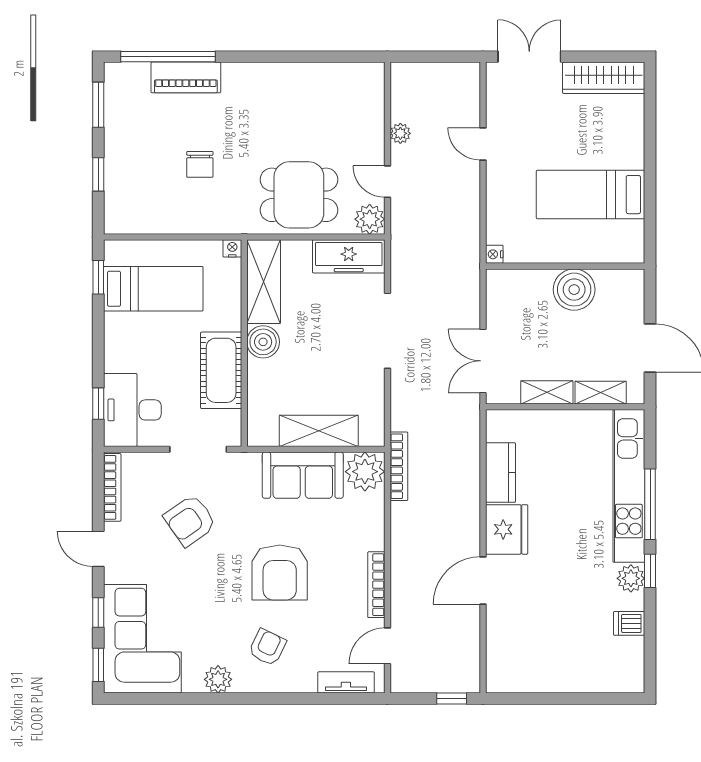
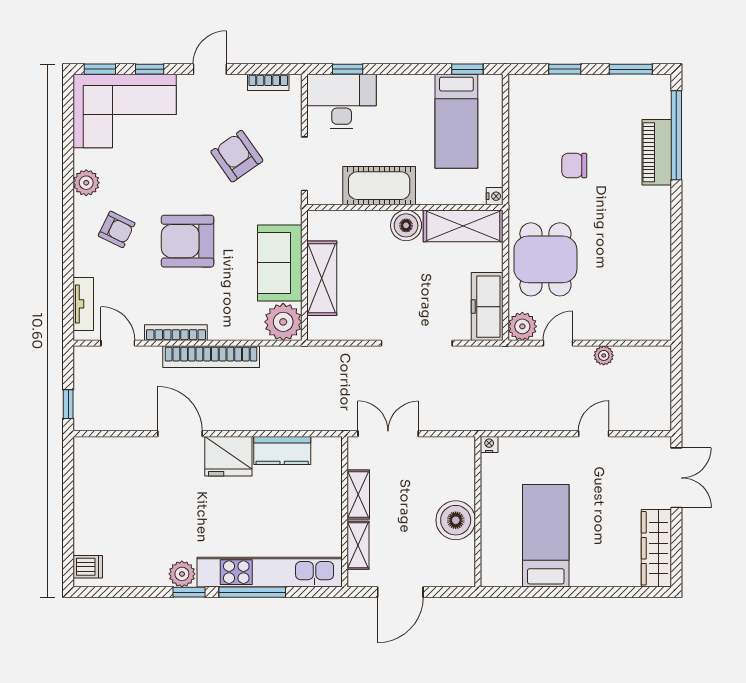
bookcase: (399, 466) -> (211, 357), moved, width x1.48, depth x1.31
bookcase: (112, 487) -> (268, 82), width x0.64
dishwasher: (629, 623) -> (88, 567), moved, turned 90

